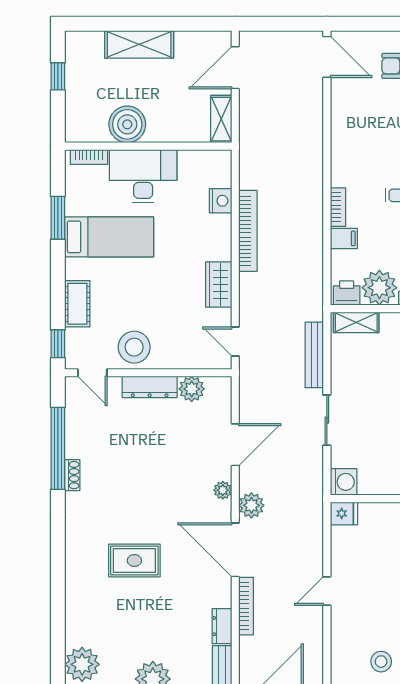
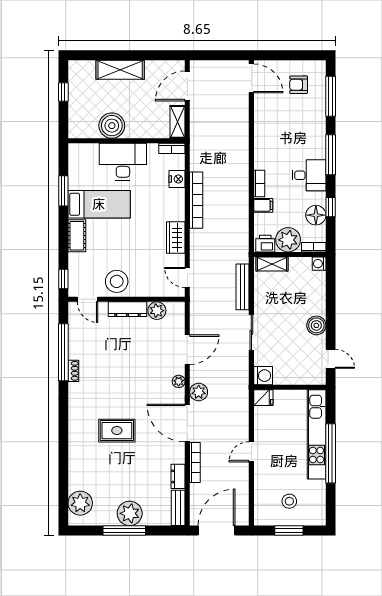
bookcase: (89, 157) -> (172, 148), moved
cot: (77, 304) -> (77, 236), moved

